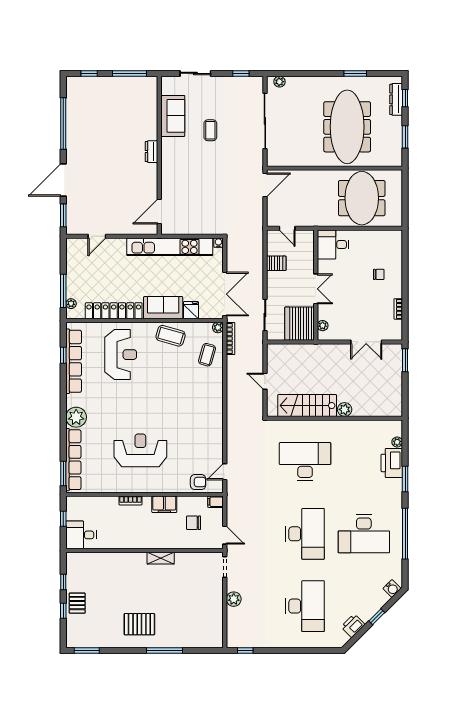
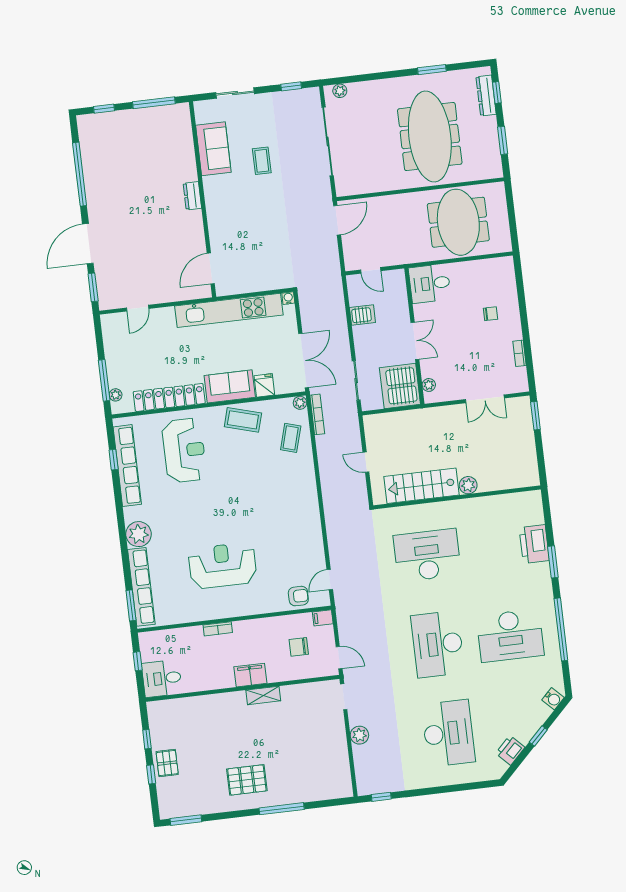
plant: (397, 442) -> (538, 518), removed
filing cabinet: (164, 504) -> (250, 675), moved, turned 180
desk: (305, 534) -> (438, 644), turned 180

